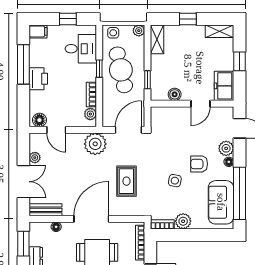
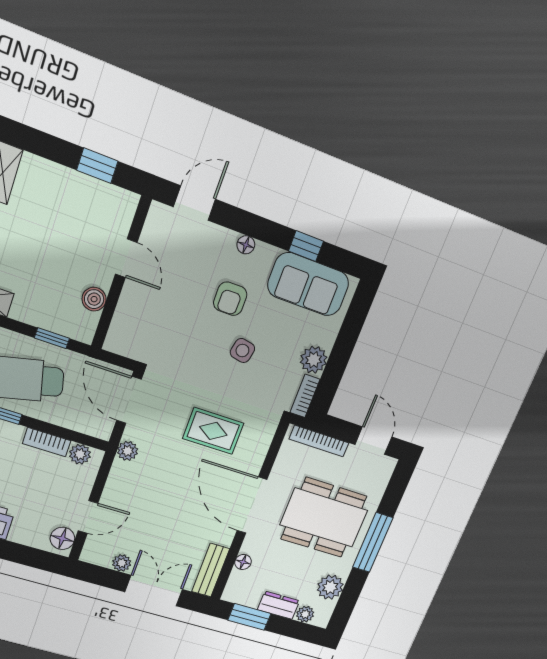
window: (239, 61) -> (97, 166), moved
freezer: (224, 86) -> (109, 203), removed
plant: (95, 144) -> (128, 451), width x0.53, depth x0.53
plant: (226, 148) -> (221, 241), removed
window: (239, 193) -> (306, 246), width x0.32

